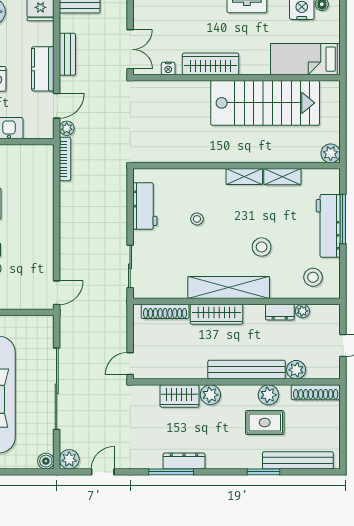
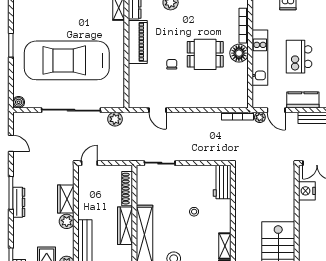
wardrobe: (211, 64) -> (306, 222), removed
nightstand: (168, 68) -> (307, 191), width x1.89, depth x1.79
workbench: (145, 206) -> (222, 182), moved, turned 90
door: (57, 293) -> (157, 110), moved
door: (130, 364) -> (89, 163), hinge flipped
plant: (69, 459) -> (115, 119), moved

